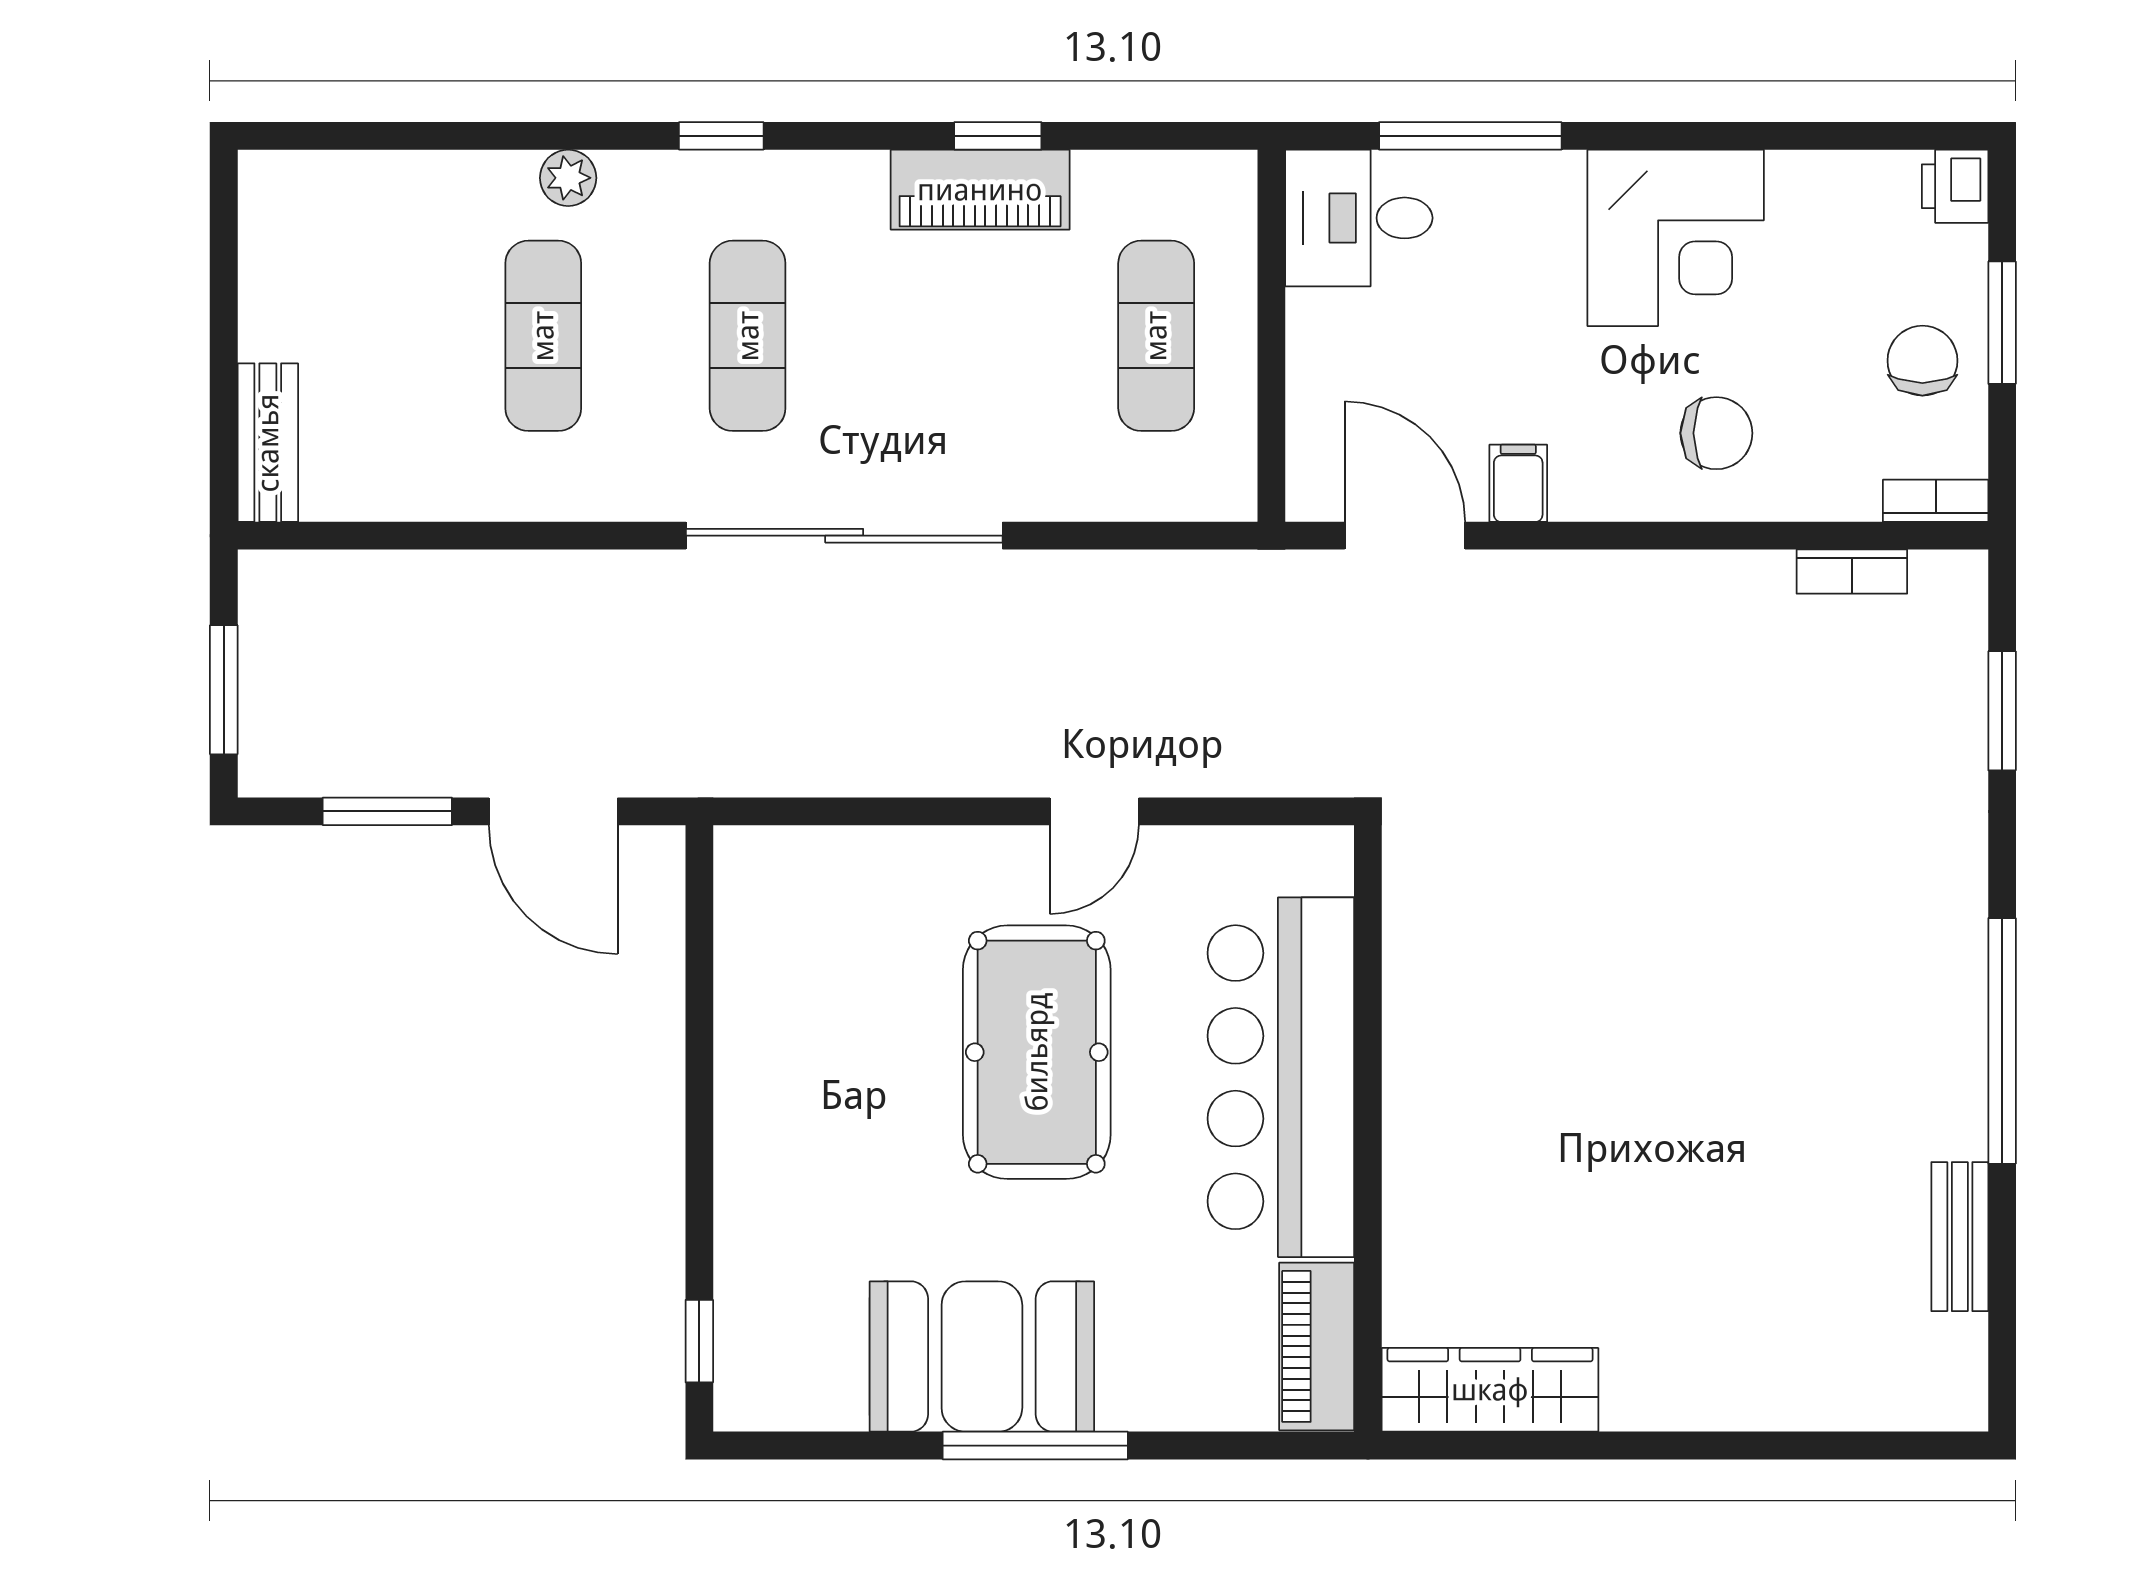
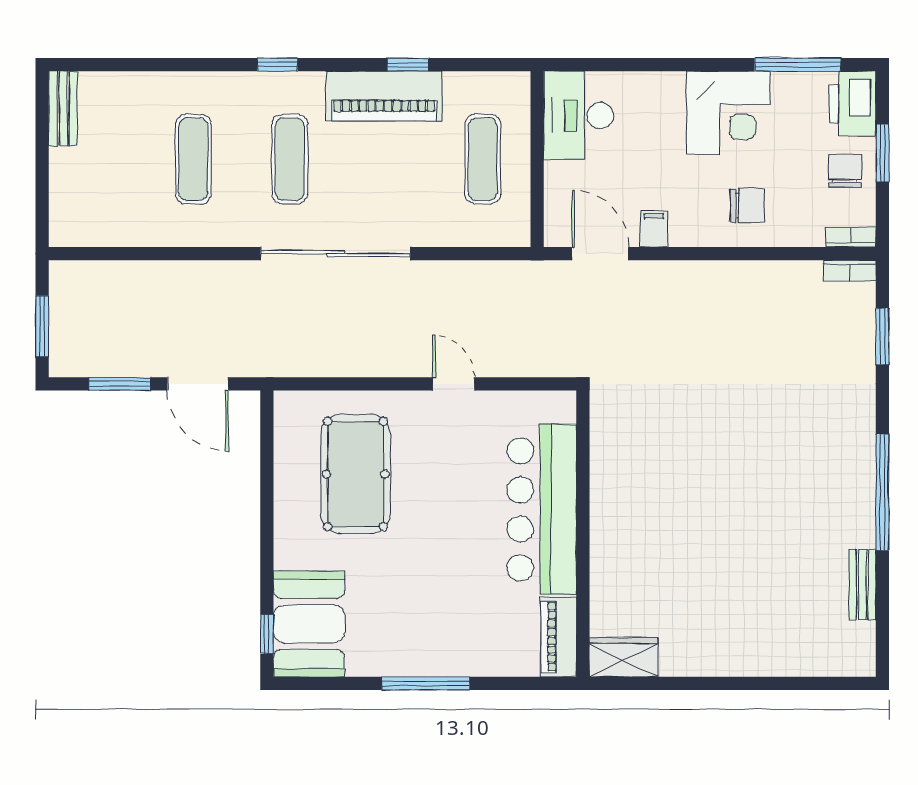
window: (1470, 136) -> (798, 65), moved
plant: (568, 178) -> (205, 85), removed
printer: (1955, 186) -> (853, 104), width x1.87, depth x1.48
piano: (980, 190) -> (384, 96), width x1.37, depth x1.33
desk: (1359, 218) -> (579, 115), width x1.37
bench: (268, 443) -> (63, 109), moved
bookcase: (1852, 572) -> (850, 271), moved
door: (1094, 811) -> (454, 384), swing flipped
pool table: (1037, 1052) -> (356, 474), moved
booth: (982, 1356) -> (309, 624), moved, turned 90
wardrobe: (1490, 1390) -> (623, 657), width x0.67

